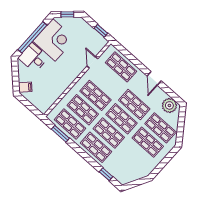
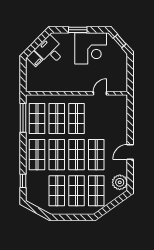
window: (101, 31) -> (130, 78), removed
window: (32, 37) -> (78, 30), width x0.47
desk: (33, 58) -> (50, 50), moved, turned -45
shop shelf: (121, 67) -> (57, 191), moved
window: (60, 134) -> (23, 118), width x1.44

